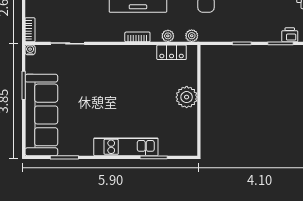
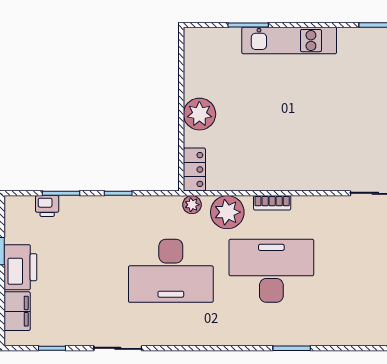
plant: (168, 36) -> (227, 212), width x1.88, depth x1.88
locker: (172, 52) -> (194, 169), moved, turned 90

